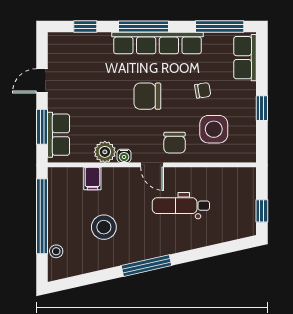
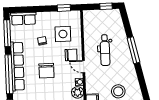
window: (143, 27) -> (9, 74), width x1.46
window: (262, 108) -> (64, 8), moved
door: (152, 165) -> (84, 67), swing flipped
window: (146, 266) -> (133, 50), moved

